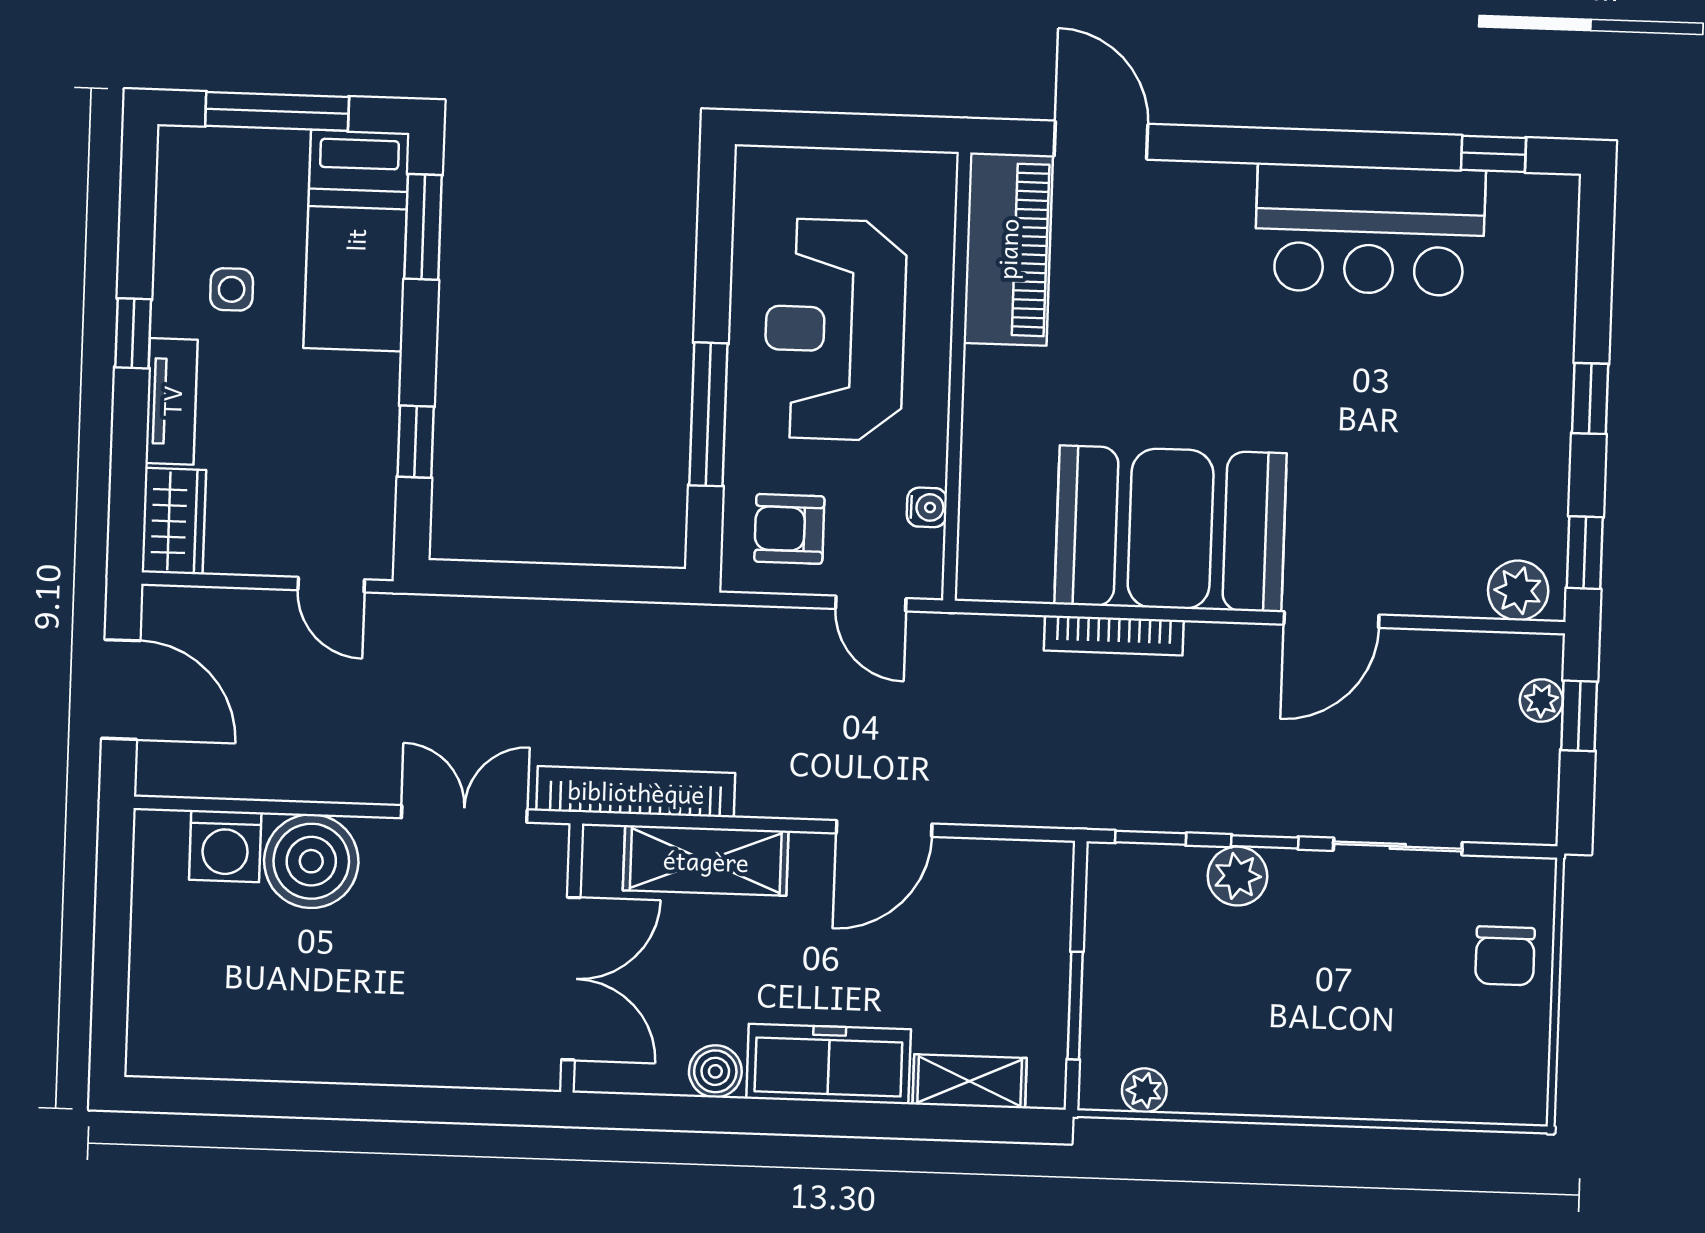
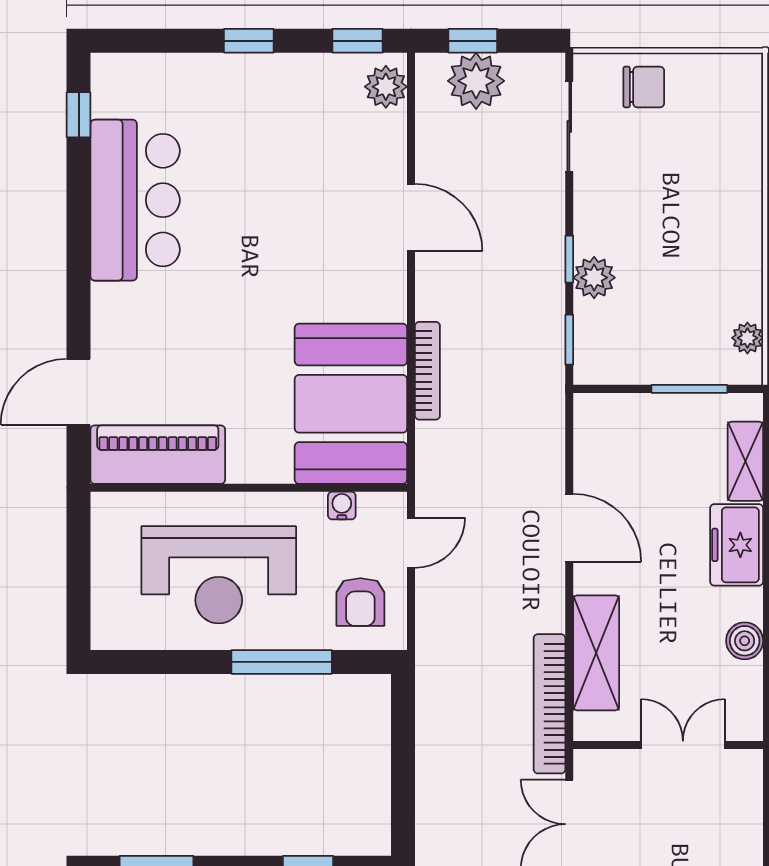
booth: (1171, 529) -> (351, 404), moved
plant: (1541, 701) -> (476, 81), width x1.88, depth x1.88
sliding door: (1398, 846) -> (569, 126), moved
double door: (571, 979) -> (683, 745), width x0.73
freezer: (829, 1064) -> (737, 545), width x0.71

